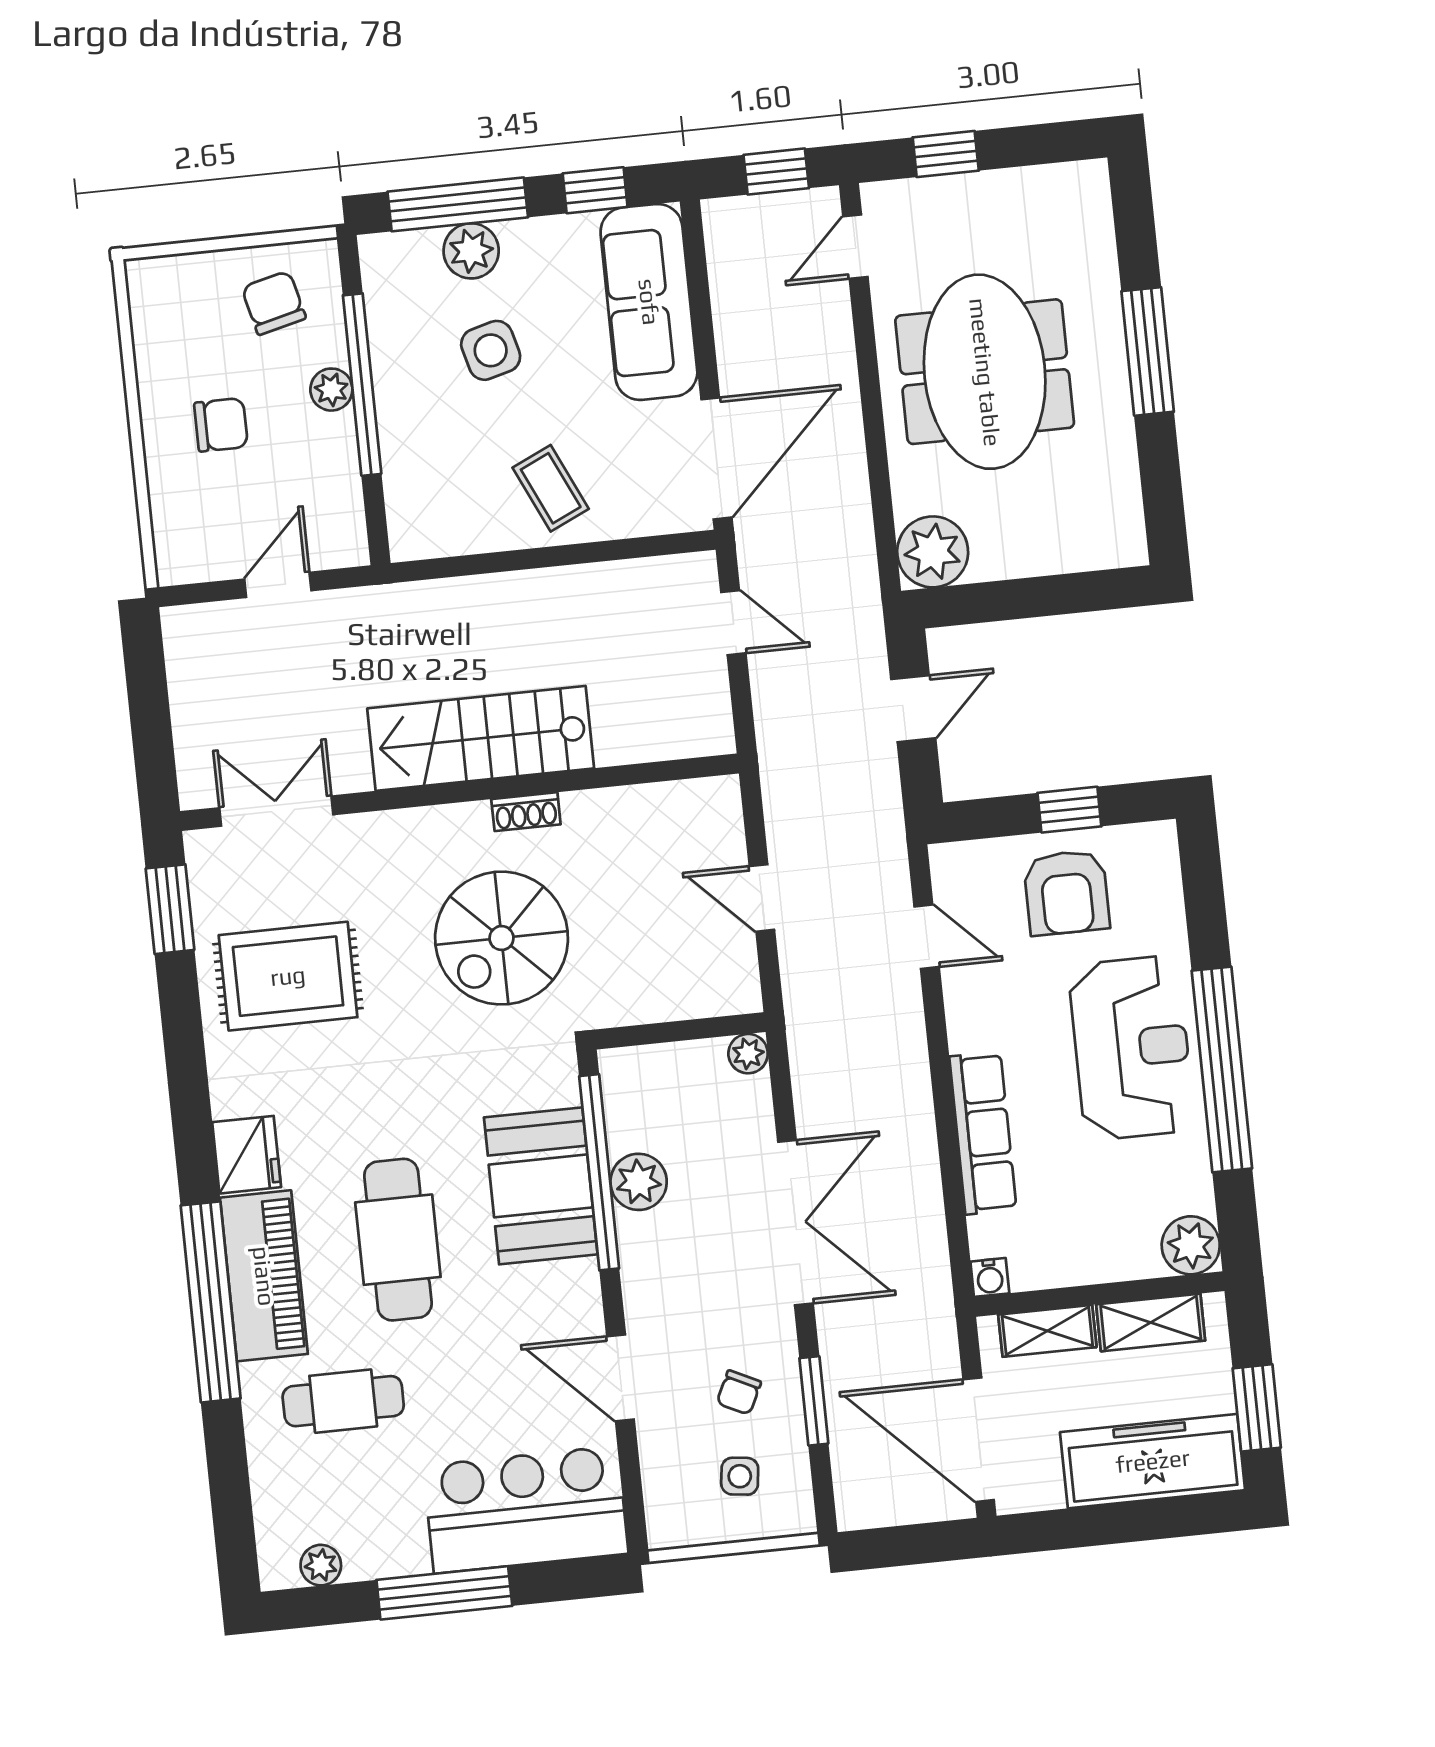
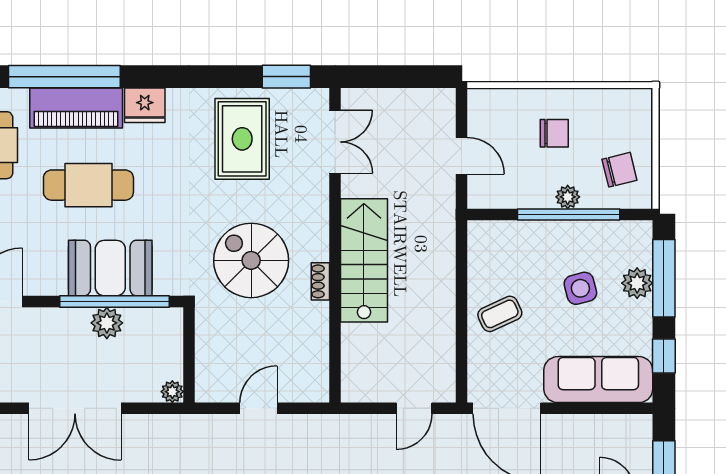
chair: (221, 425) -> (554, 133), turned -90

